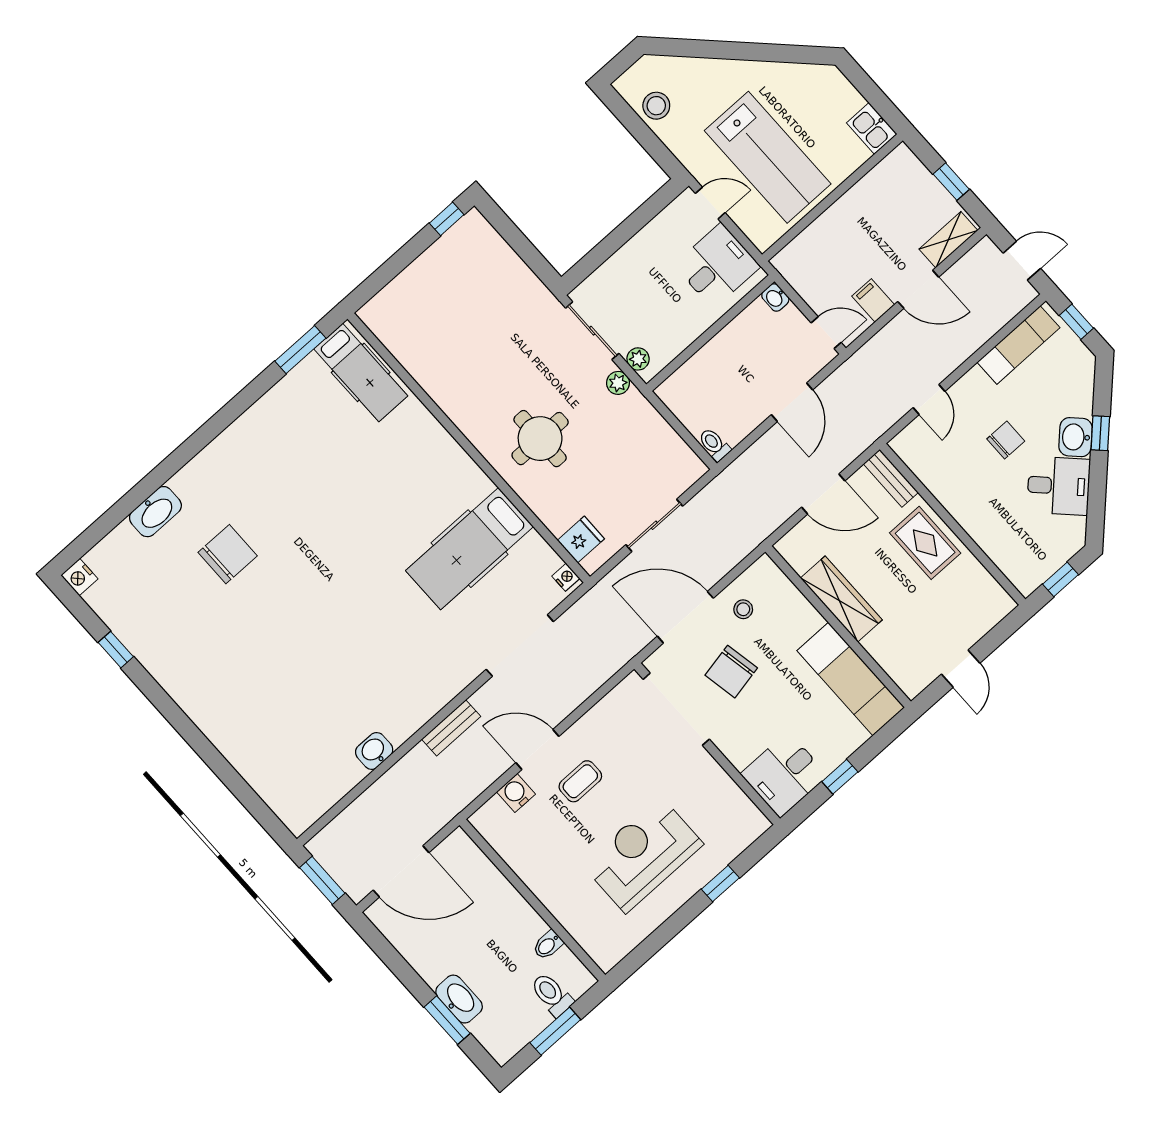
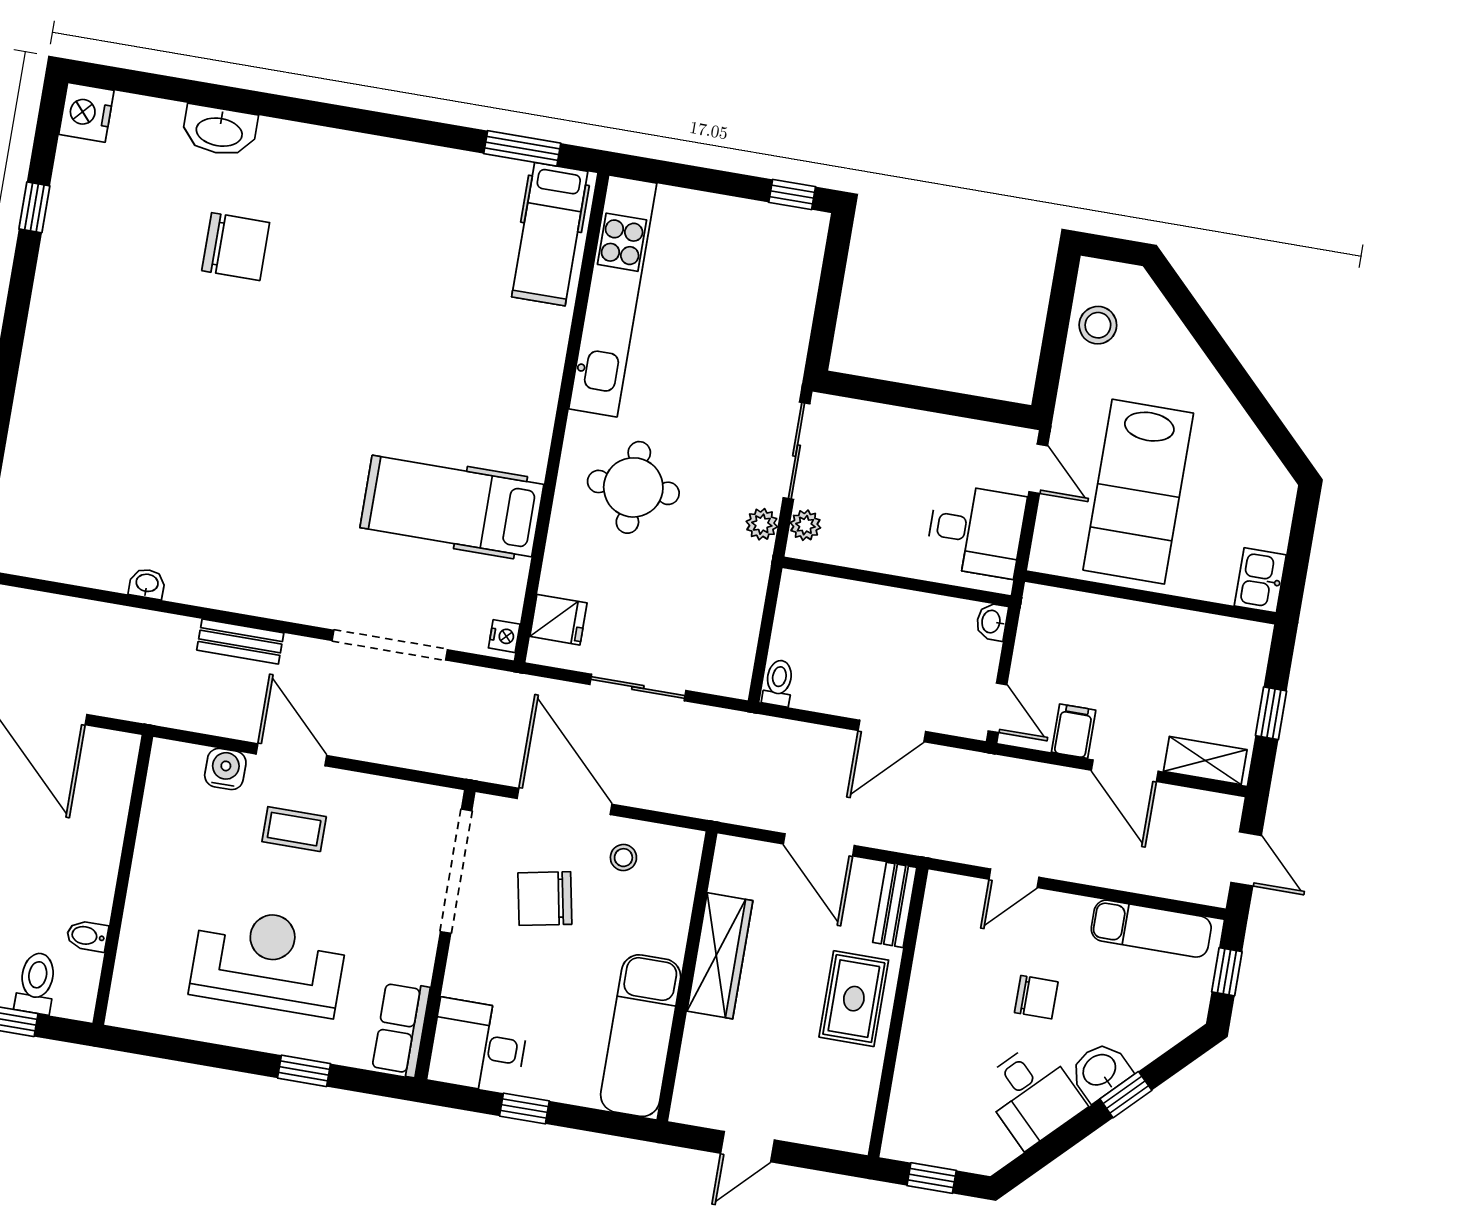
kitchen unit: (424, 365) -> (613, 296), added
nightstand: (79, 577) -> (86, 112), width x1.36, depth x1.33
washbasin: (374, 751) -> (147, 584), width x0.72, depth x0.69
row of seats: (740, 810) -> (401, 1029), added

